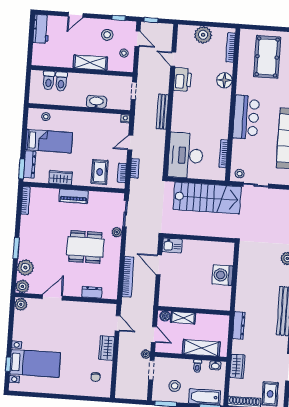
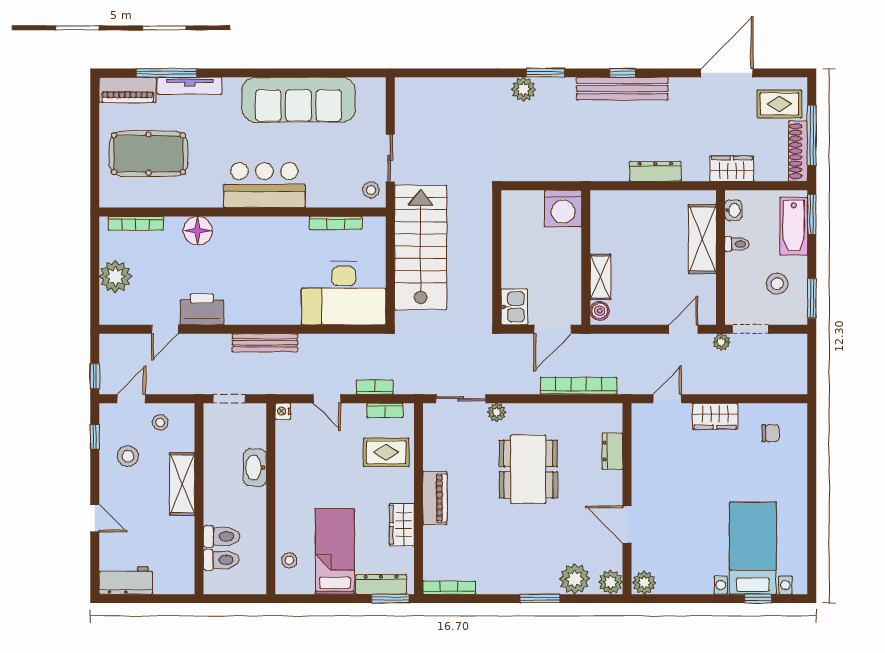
wall: (194, 311) -> (586, 258), moved
boiler: (165, 316) -> (600, 311), moved
shelving: (183, 318) -> (600, 277), moved

